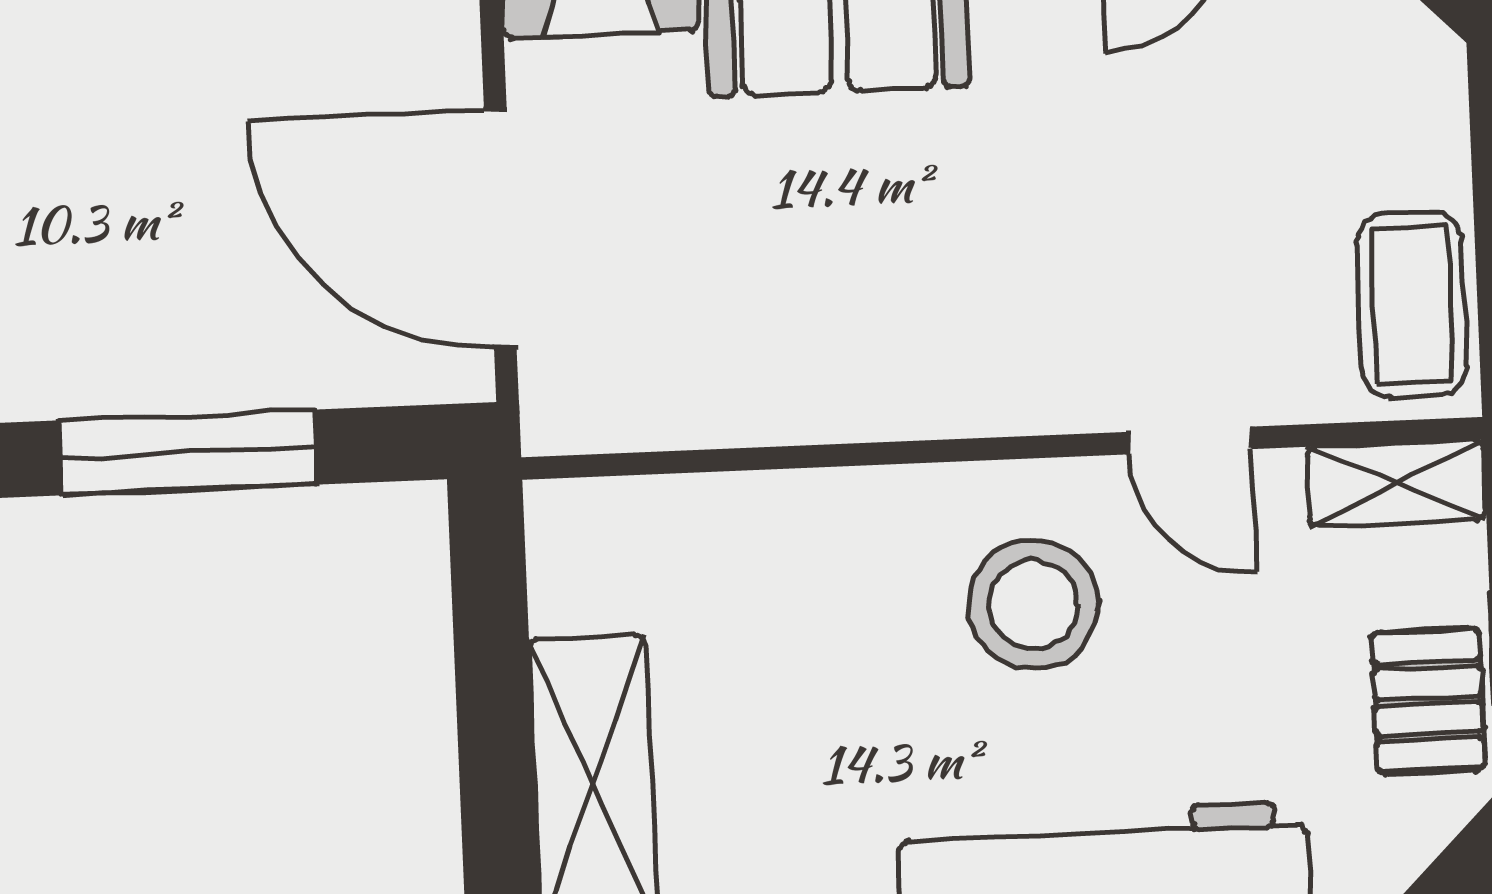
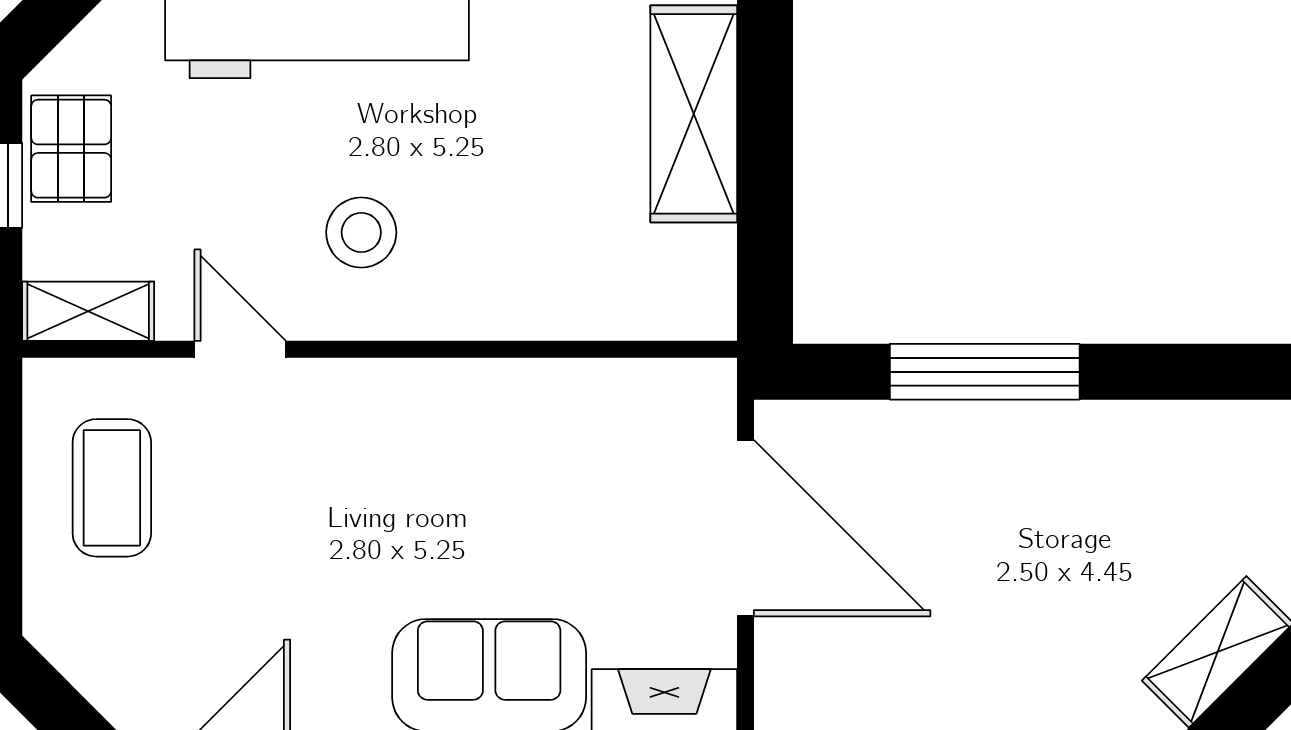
coffee table: (1412, 305) -> (112, 488), moved
stool: (1034, 604) -> (361, 232), width x0.73, depth x0.73

